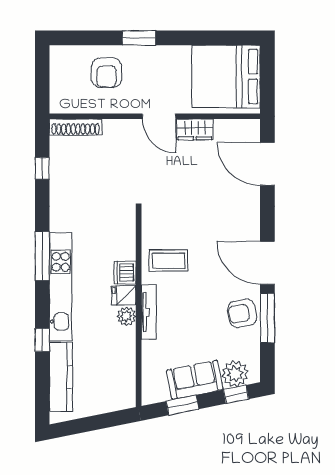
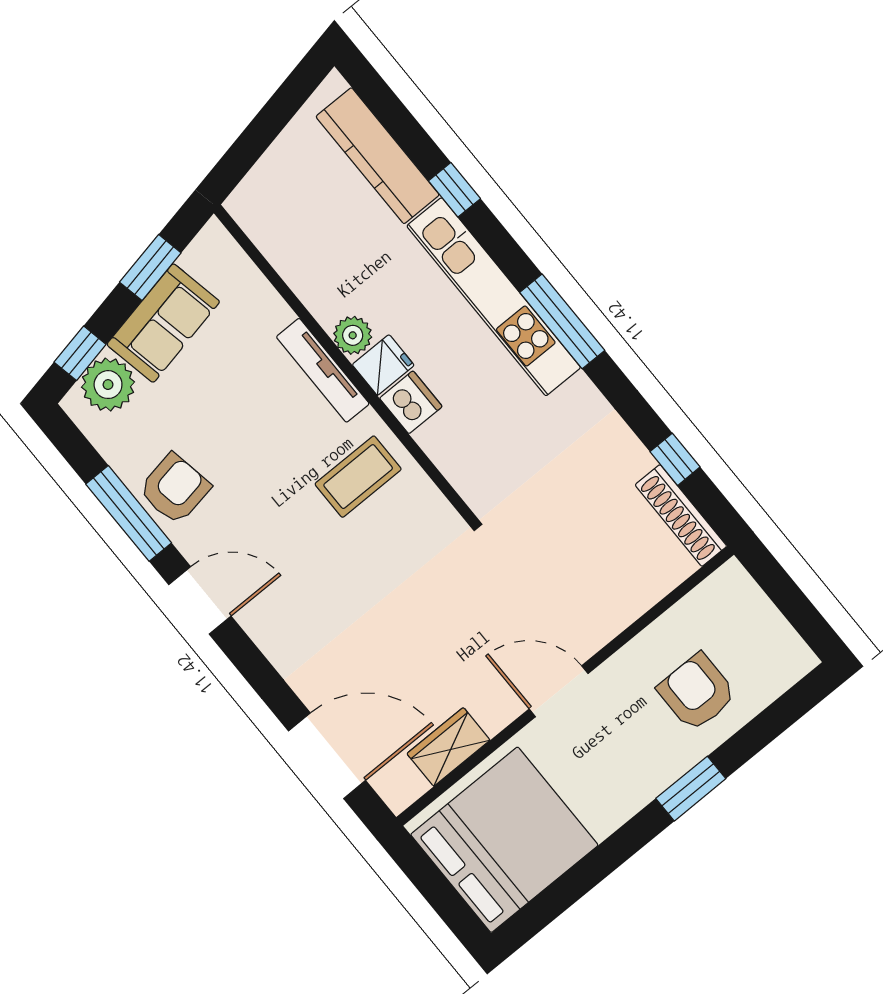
shoe rack: (76, 127) -> (681, 515), moved, turned -90
wardrobe: (195, 129) -> (448, 747), moved
door: (267, 263) -> (200, 600), width x0.73

